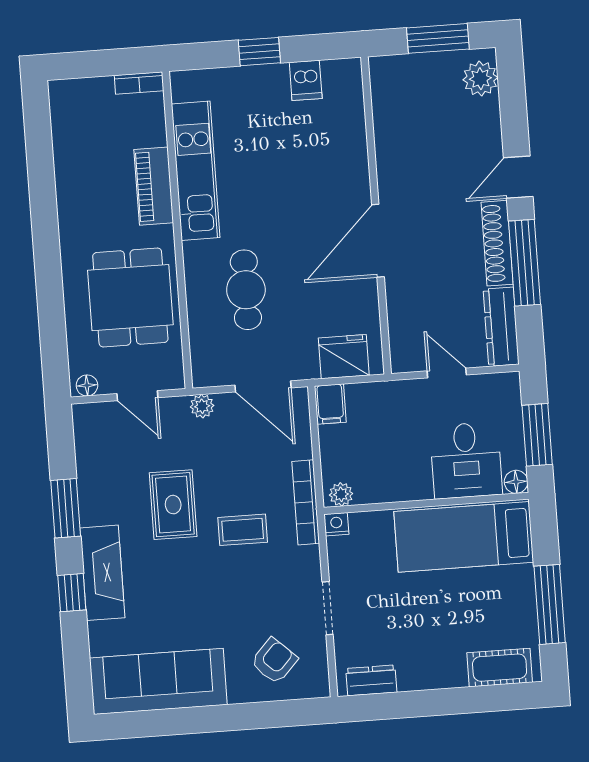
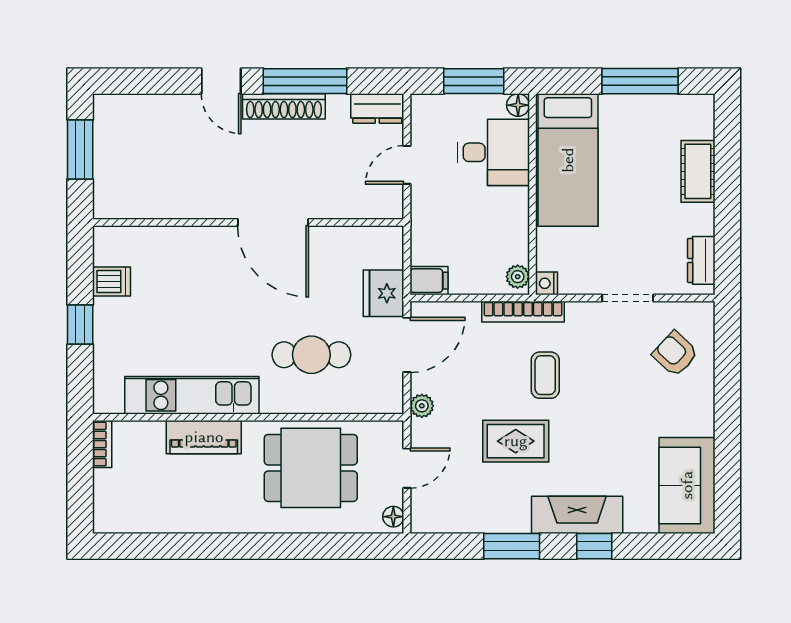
plant: (480, 79) -> (122, 111), removed
dresser: (501, 327) -> (377, 109), width x0.70
fridge: (344, 357) -> (384, 293), moved
cot: (500, 668) -> (698, 171), moved
sofa: (158, 681) -> (687, 485), width x0.73

